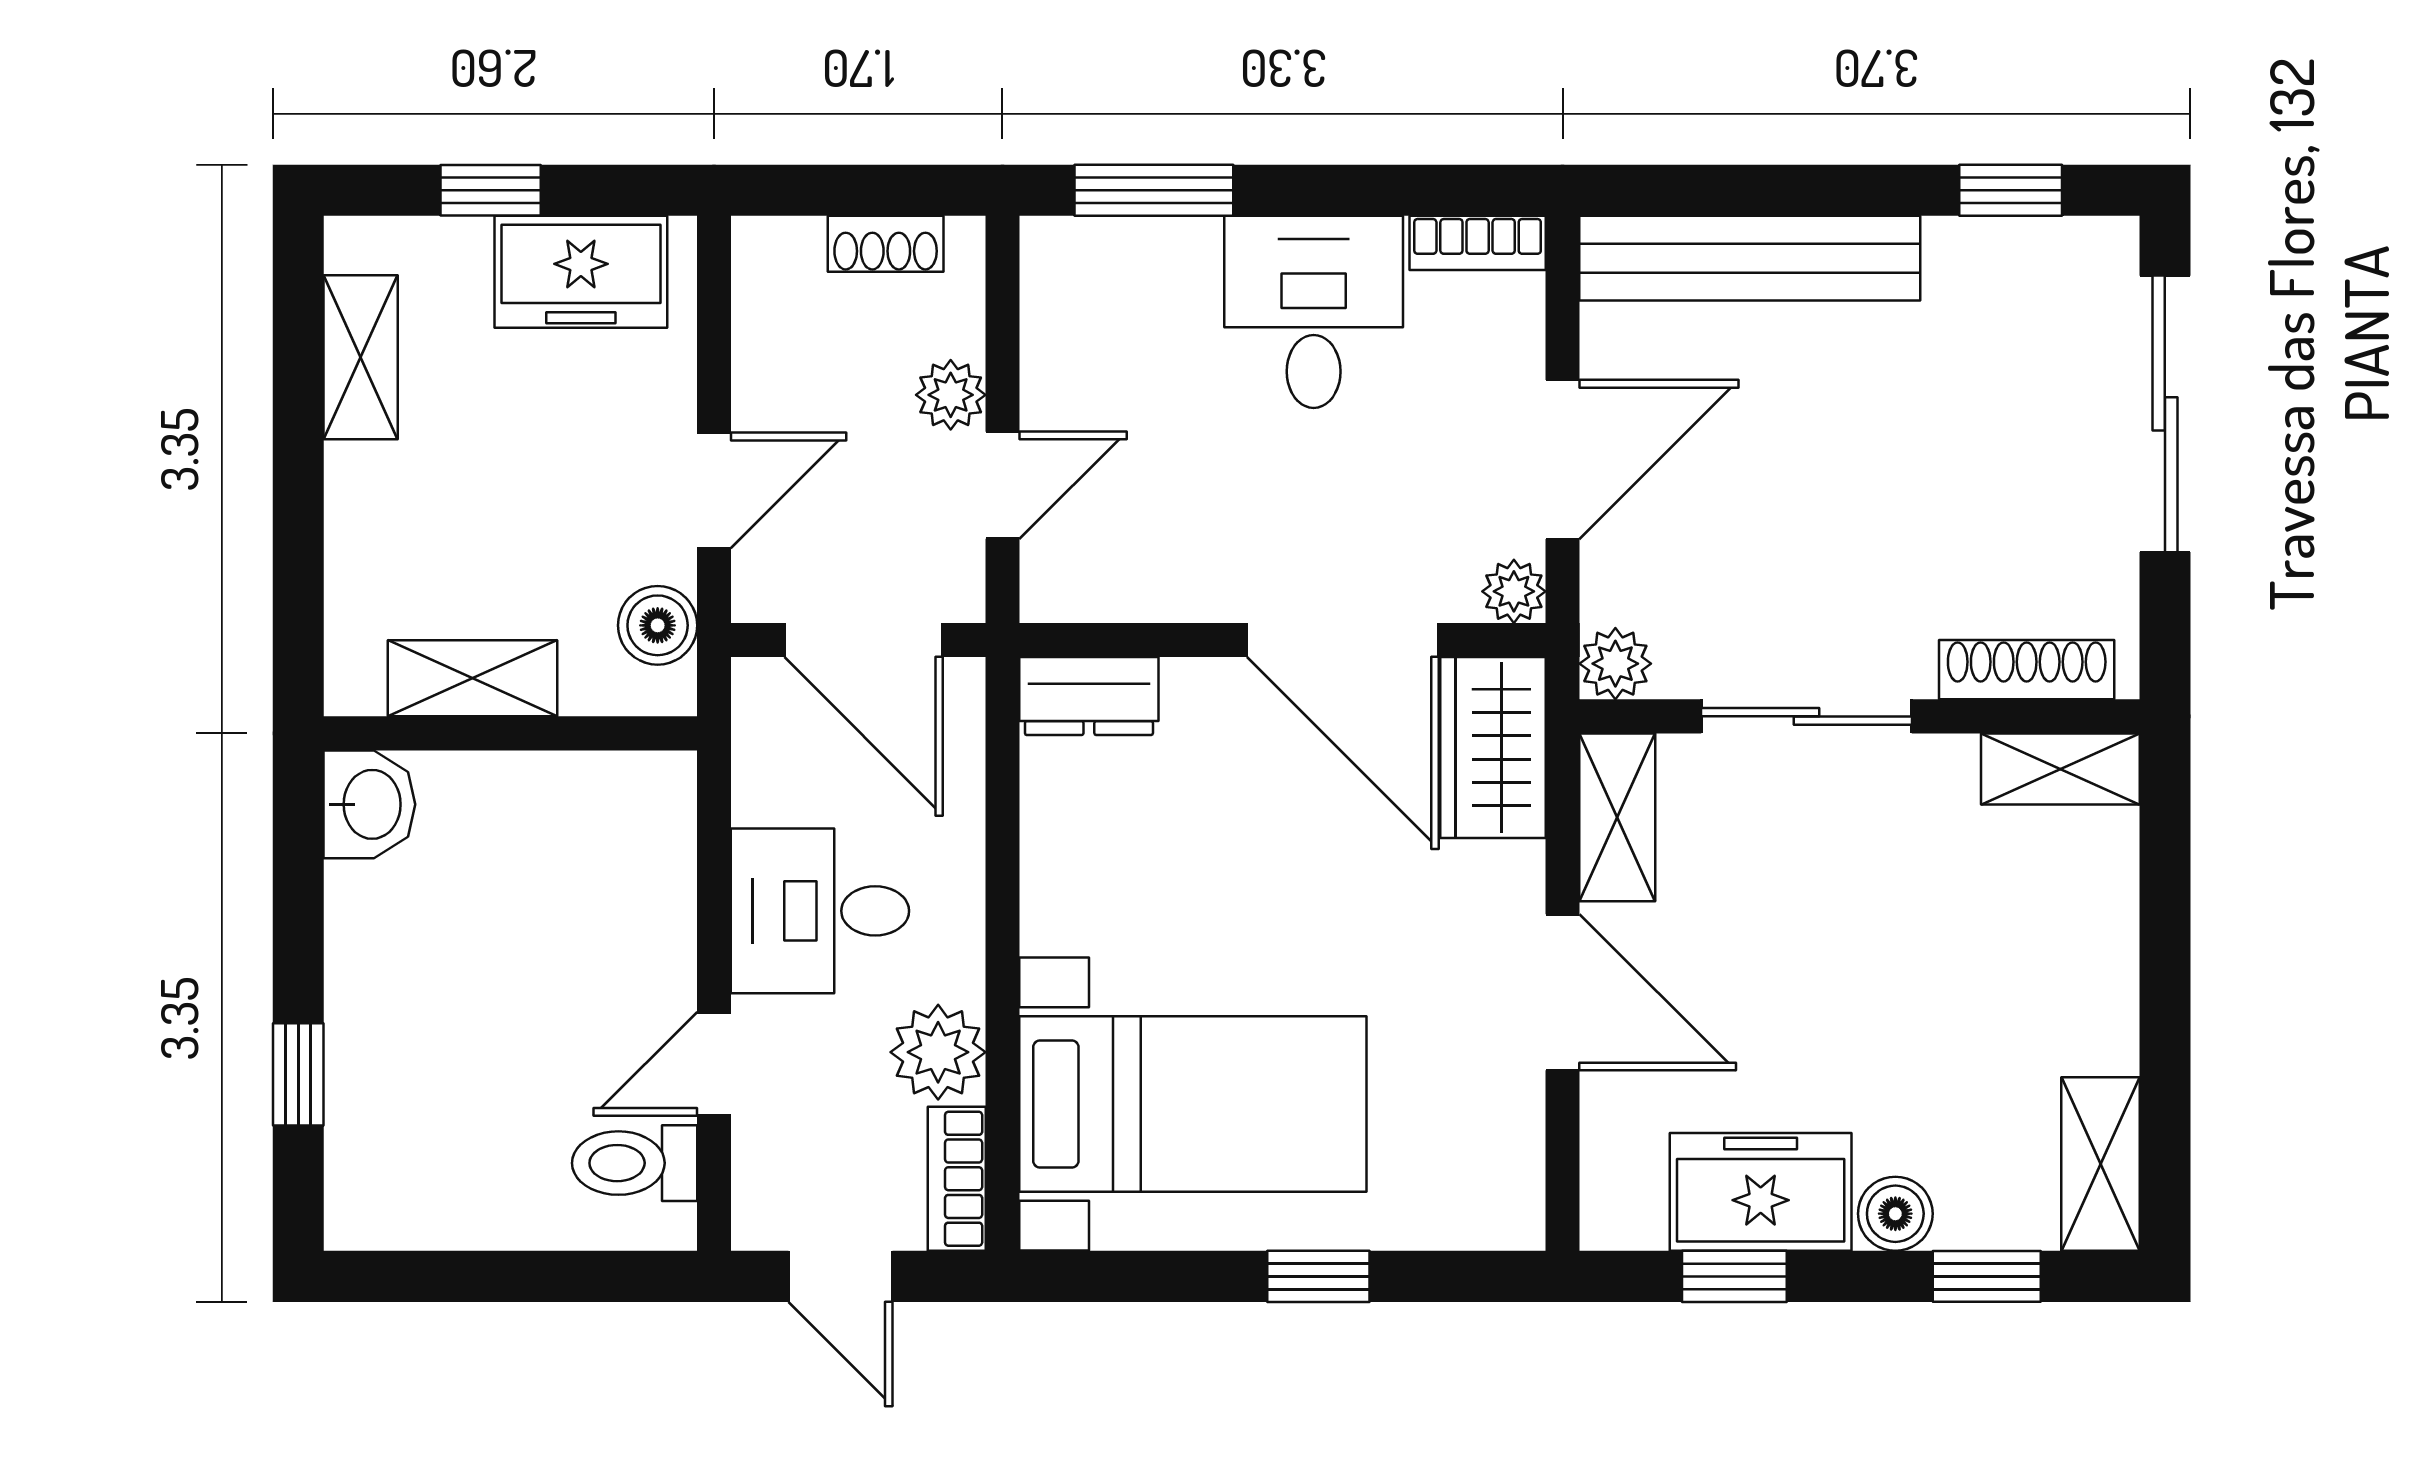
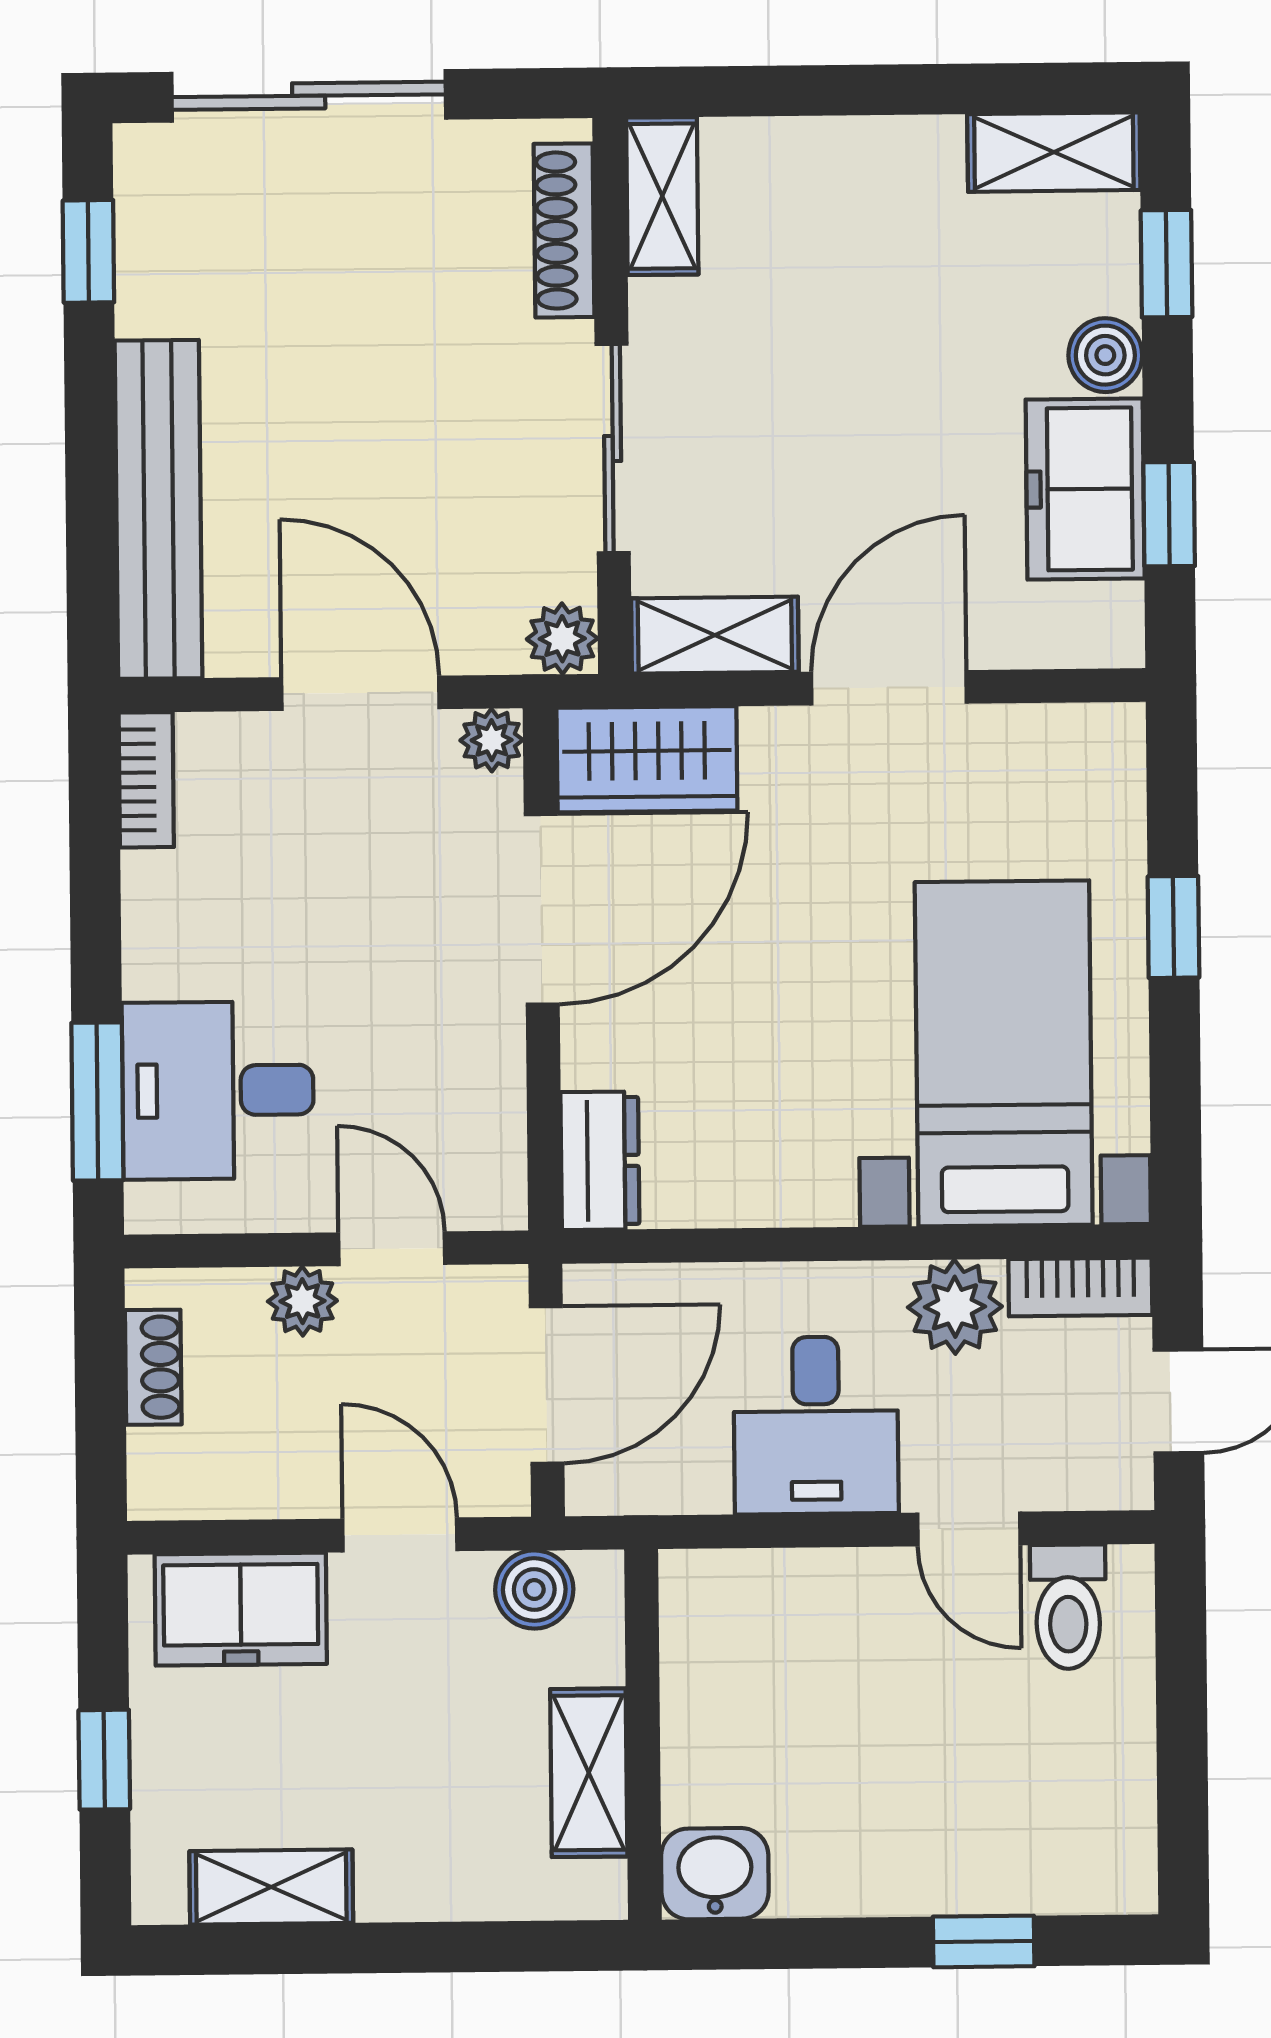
freezer: (581, 272) -> (241, 1609), moved, turned 90
desk: (1314, 312) -> (218, 1090), moved

